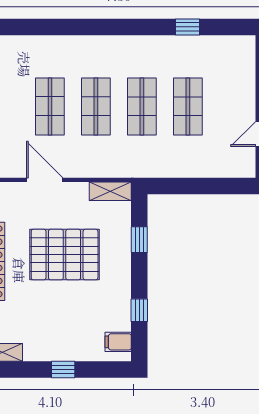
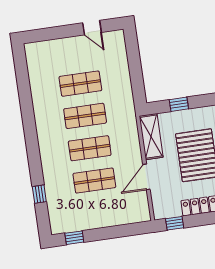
window: (188, 27) -> (39, 194), moved
shelving: (110, 191) -> (151, 137), width x1.50, depth x1.33

